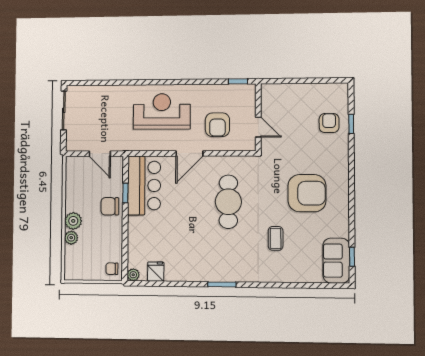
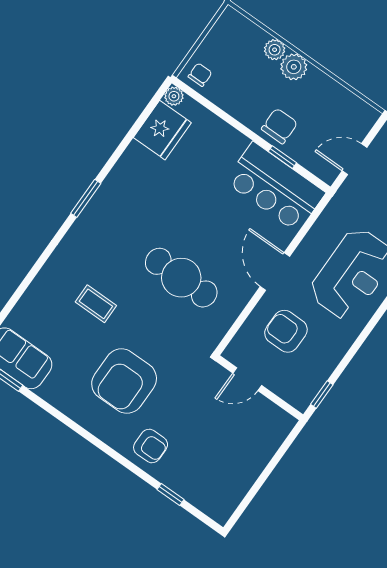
armchair: (329, 123) -> (151, 446), moved
fridge: (156, 272) -> (162, 130), width x1.88, depth x1.34

